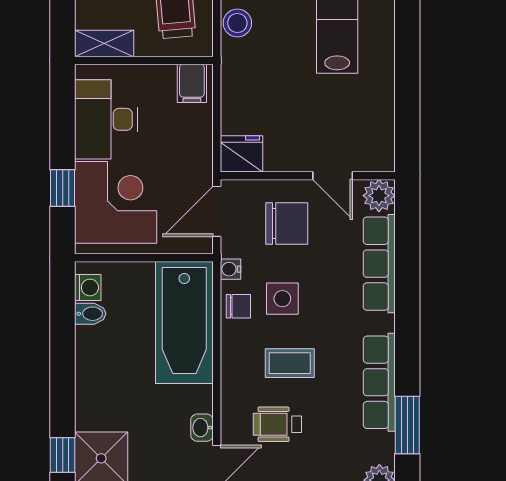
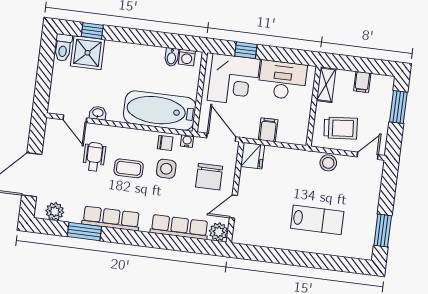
filing cabinet: (192, 83) -> (268, 130), moved, turned 90
chair: (238, 306) -> (165, 143), turned -90
coffee table: (290, 363) -> (129, 168), turned 90

